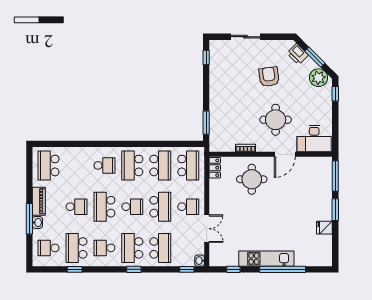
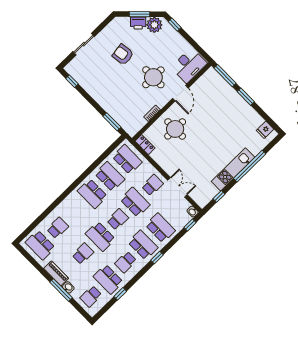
printer: (298, 54) -> (138, 23), moved
school desk: (104, 165) -> (58, 228), moved
fridge: (324, 228) -> (265, 130), moved
school desk: (132, 248) -> (143, 245), turned 180

